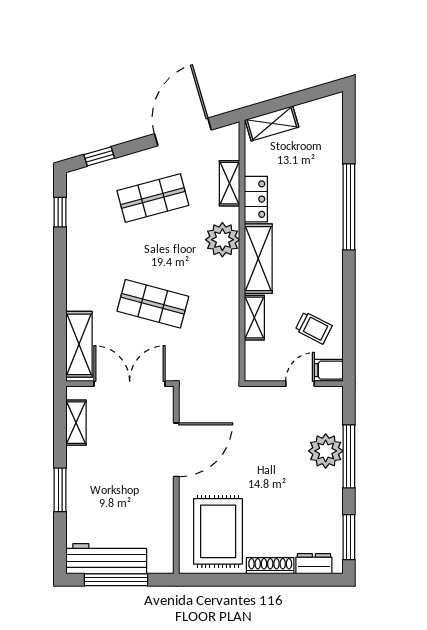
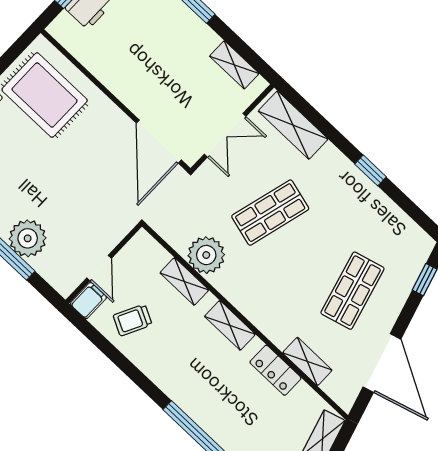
window: (60, 212) -> (371, 170), moved
plant: (222, 240) -> (206, 255), moved
shelving: (258, 259) -> (230, 325), width x0.67, depth x0.75
double door: (130, 384) -> (225, 135), width x0.73
door: (176, 450) -> (159, 142), moved

